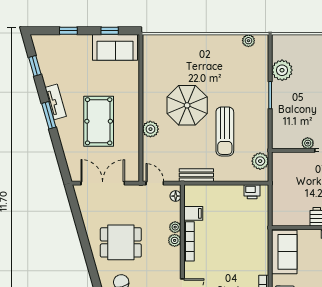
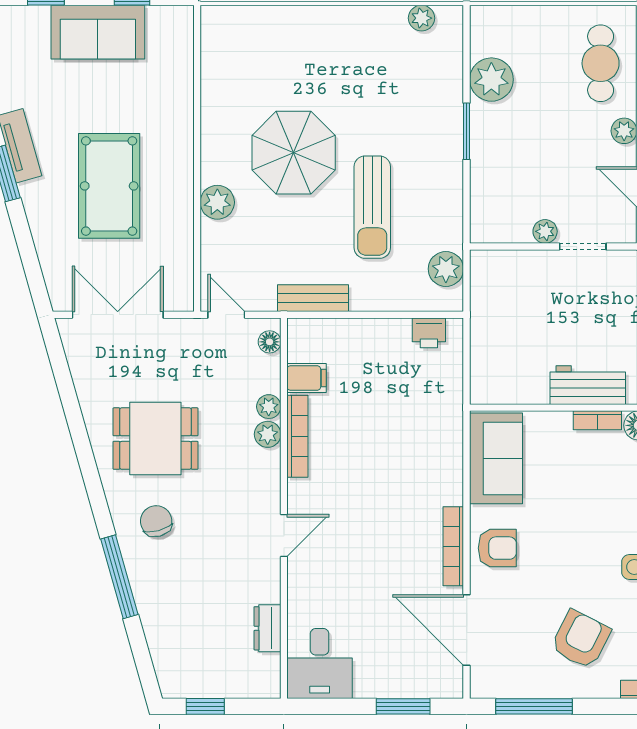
sofa: (115, 47) -> (98, 32), moved

